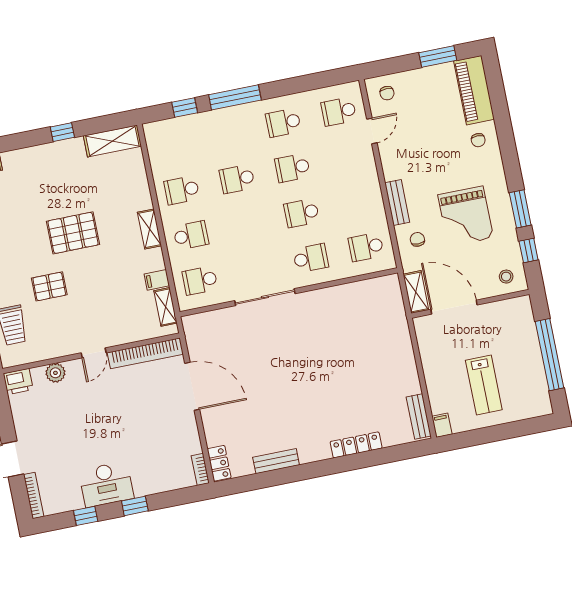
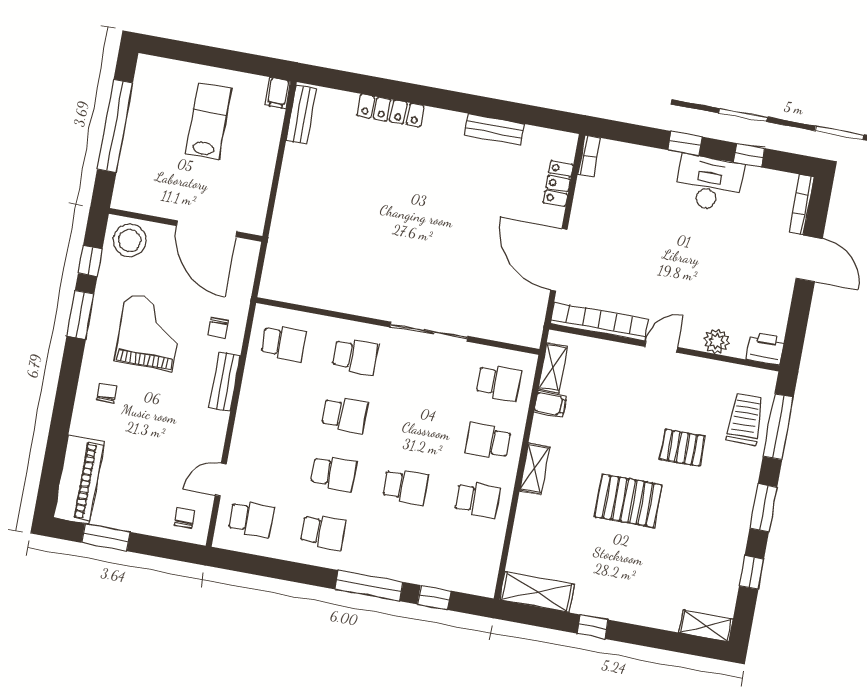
chair: (478, 140) -> (107, 393), moved
school desk: (311, 258) -> (355, 356), turned 180
stool: (506, 277) -> (130, 241), width x1.89, depth x1.89
shelving: (416, 292) -> (245, 265), removed
locker: (219, 463) -> (558, 184), moved

